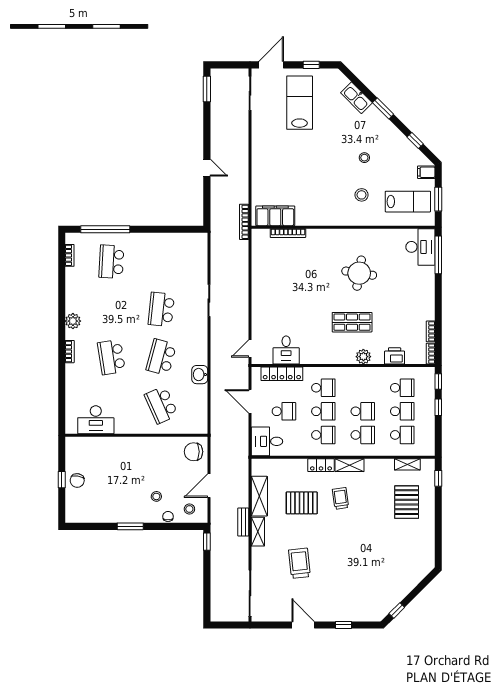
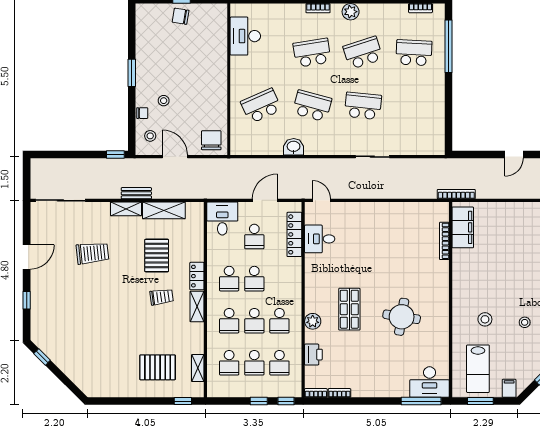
school desk: (111, 309) -> (363, 53), added
school desk: (323, 388) -> (279, 321), moved

